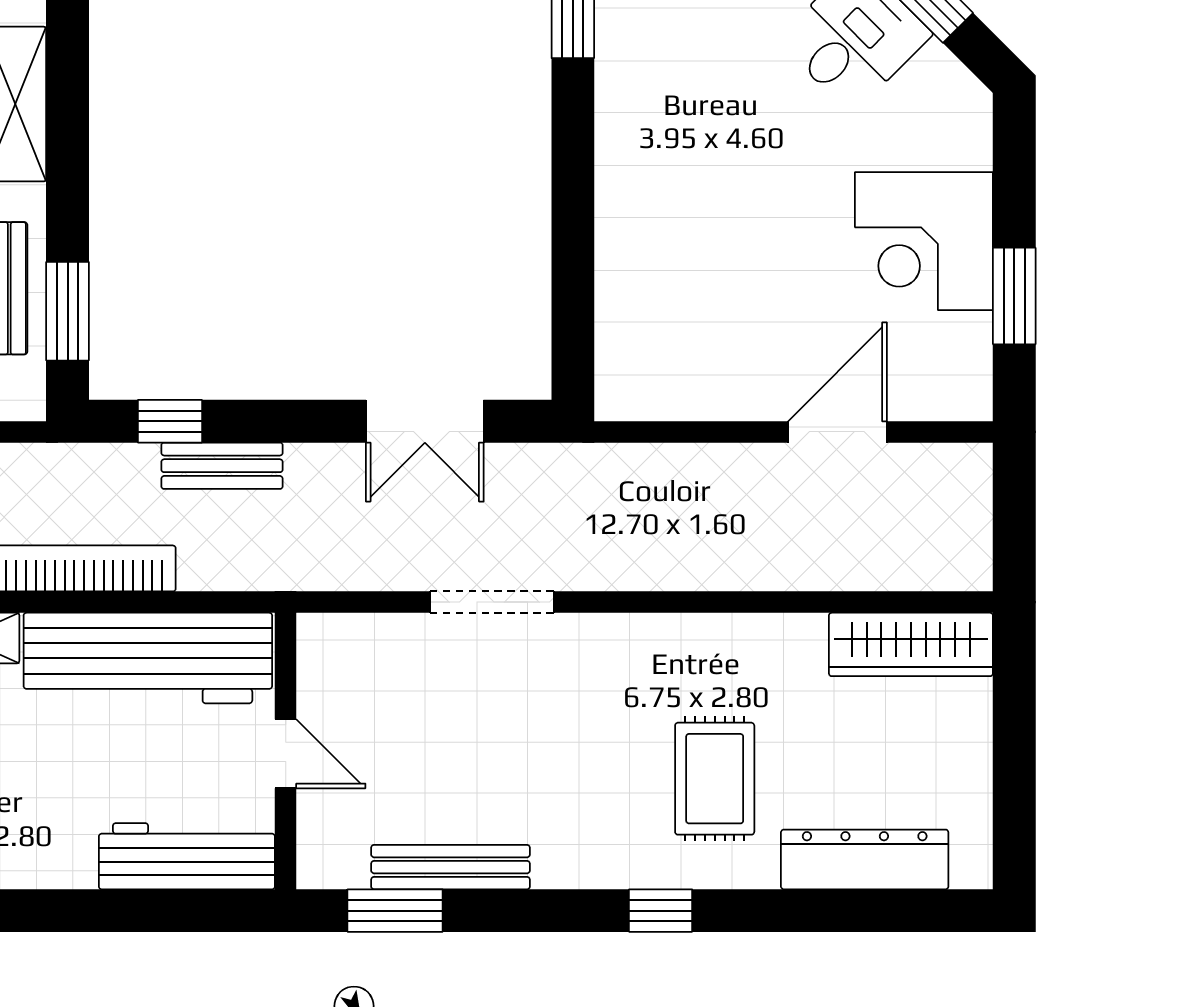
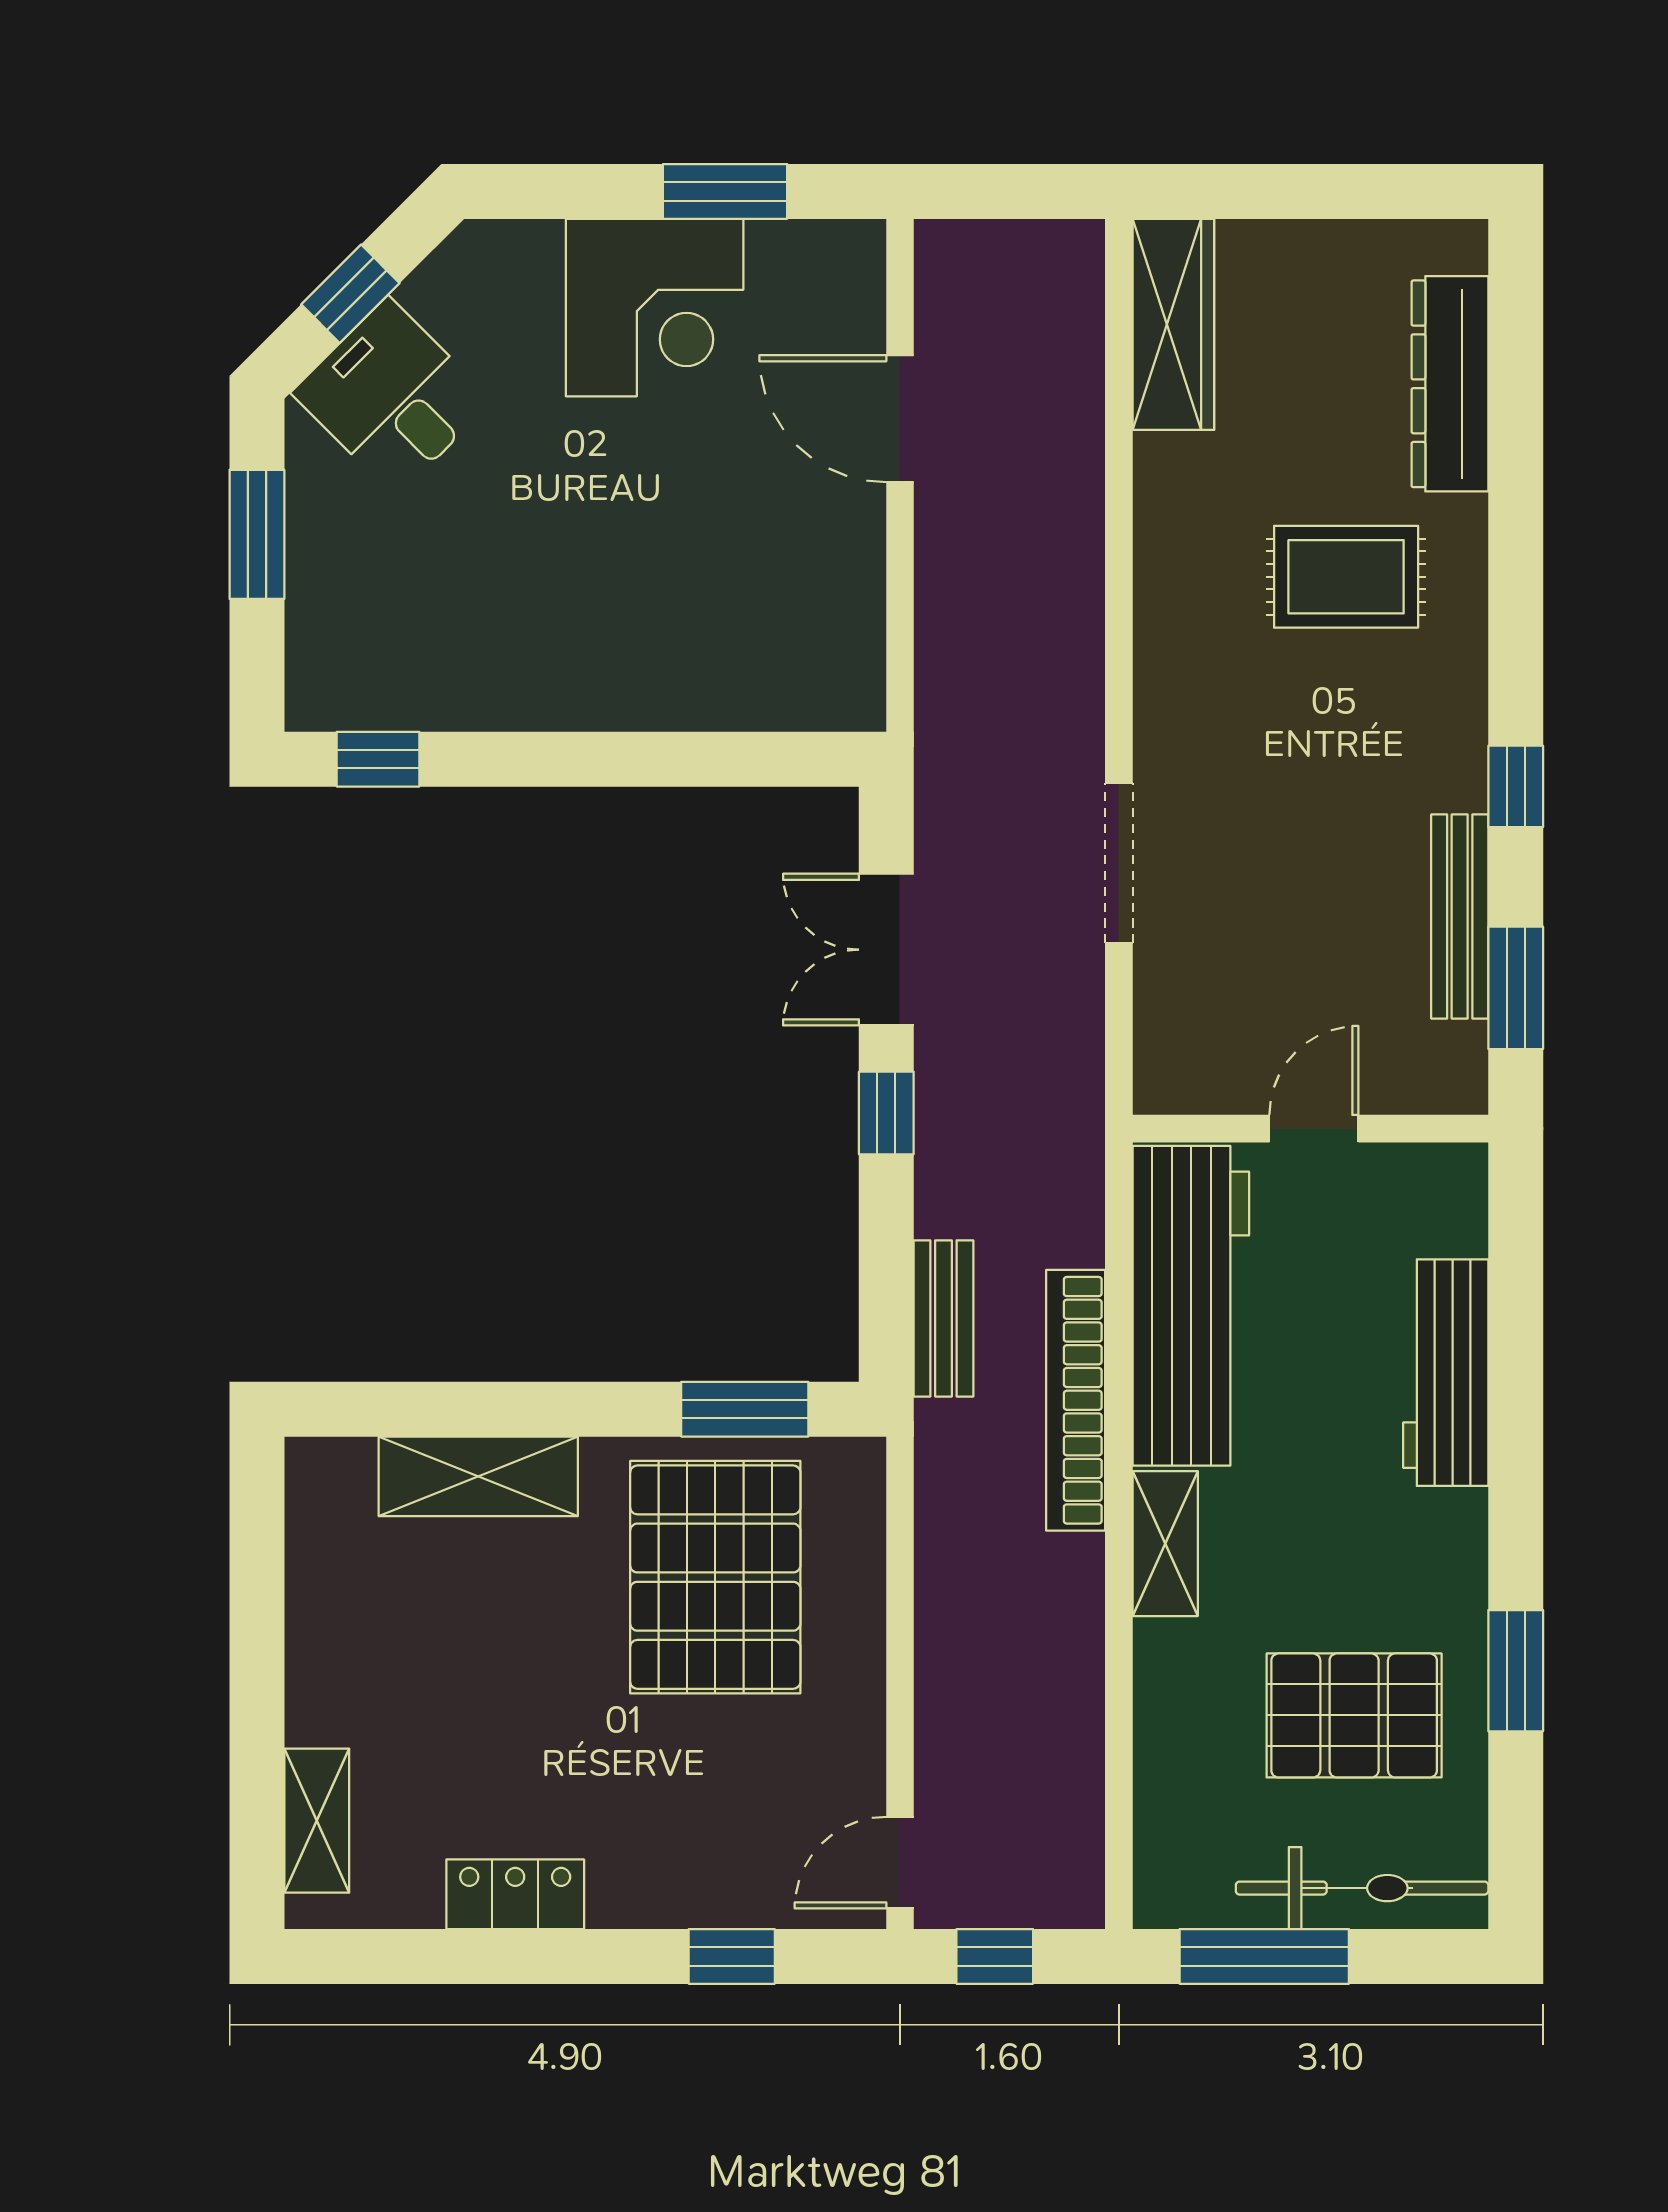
window: (170, 421) -> (886, 1113), moved
double door: (425, 421) -> (886, 950), swing flipped
bench: (222, 466) -> (943, 1318), moved
workbench: (187, 856) -> (1446, 1373), moved
window: (661, 911) -> (1516, 786), moved

